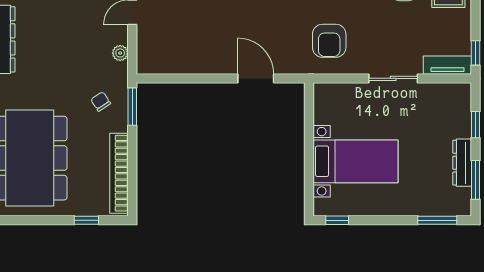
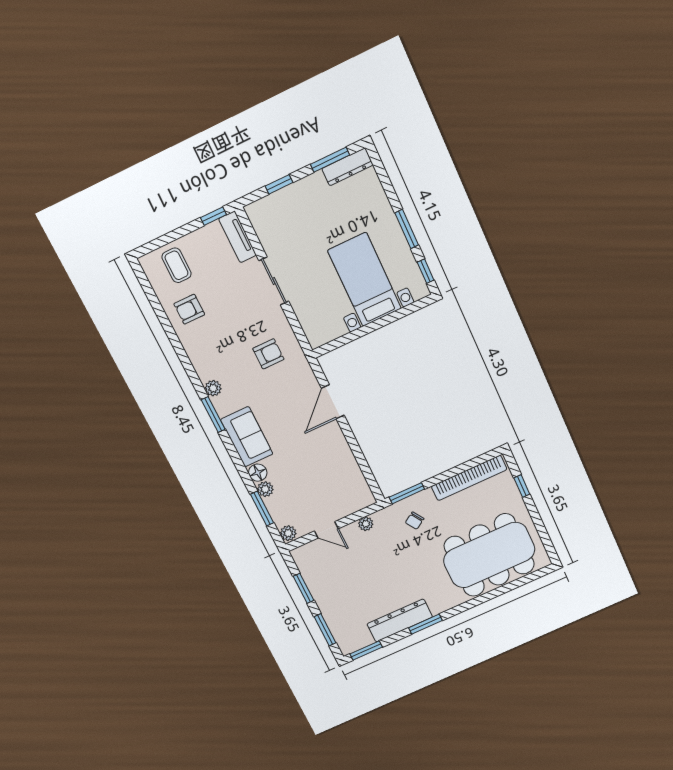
armchair: (329, 41) -> (268, 354), width x0.72, depth x0.72
dresser: (462, 163) -> (347, 167), moved
window: (437, 220) -> (407, 229), moved

